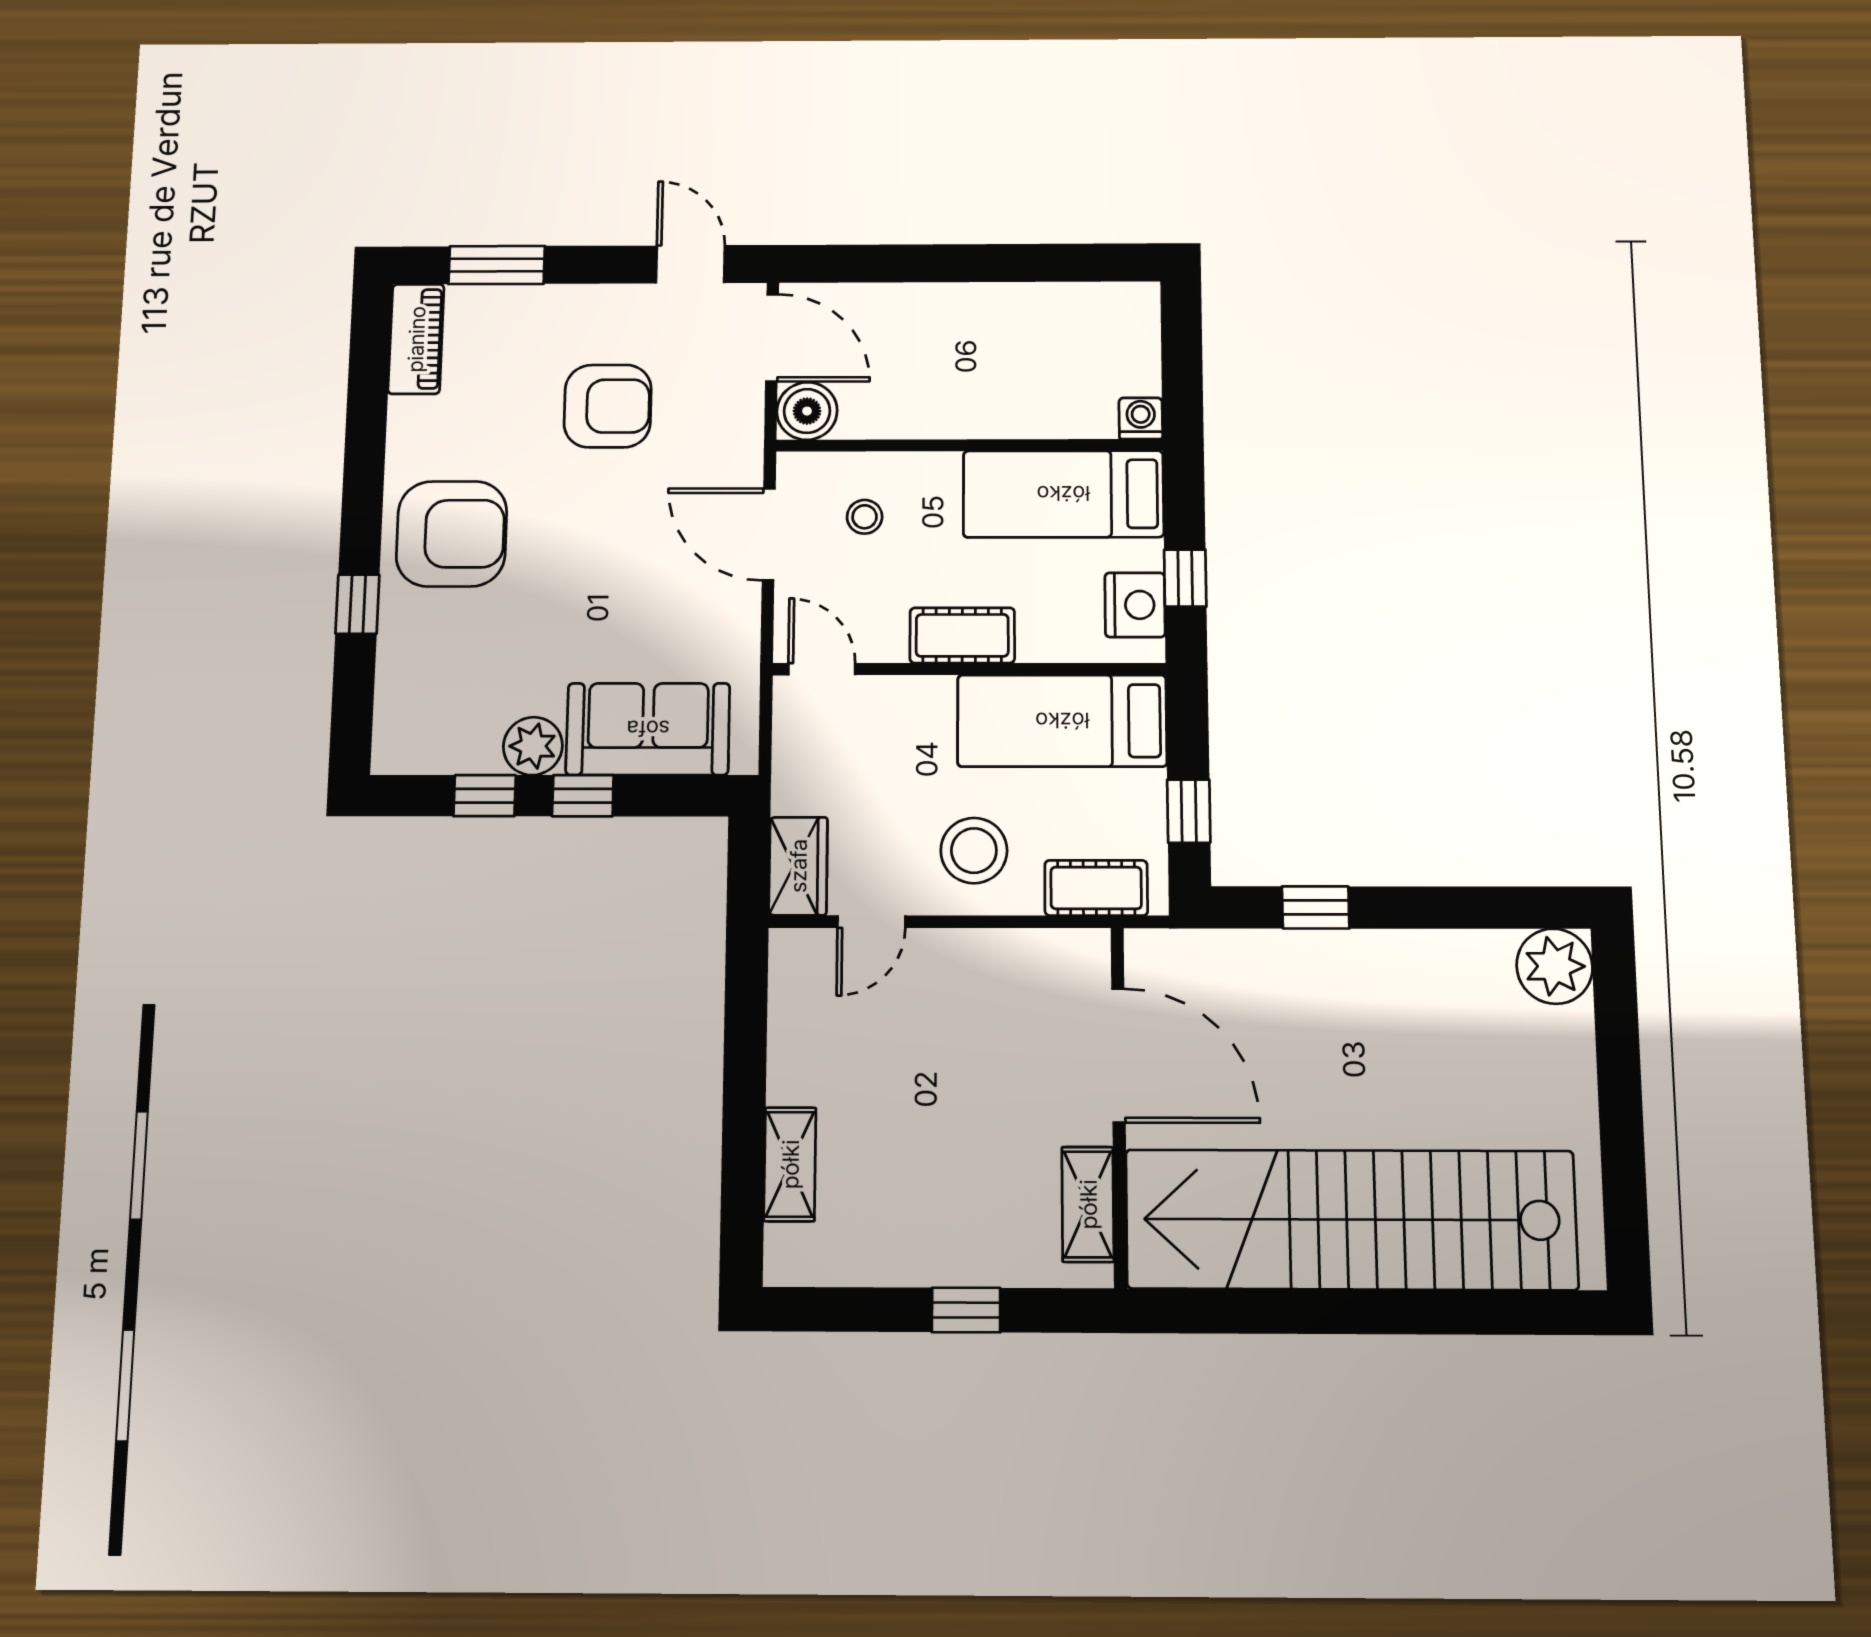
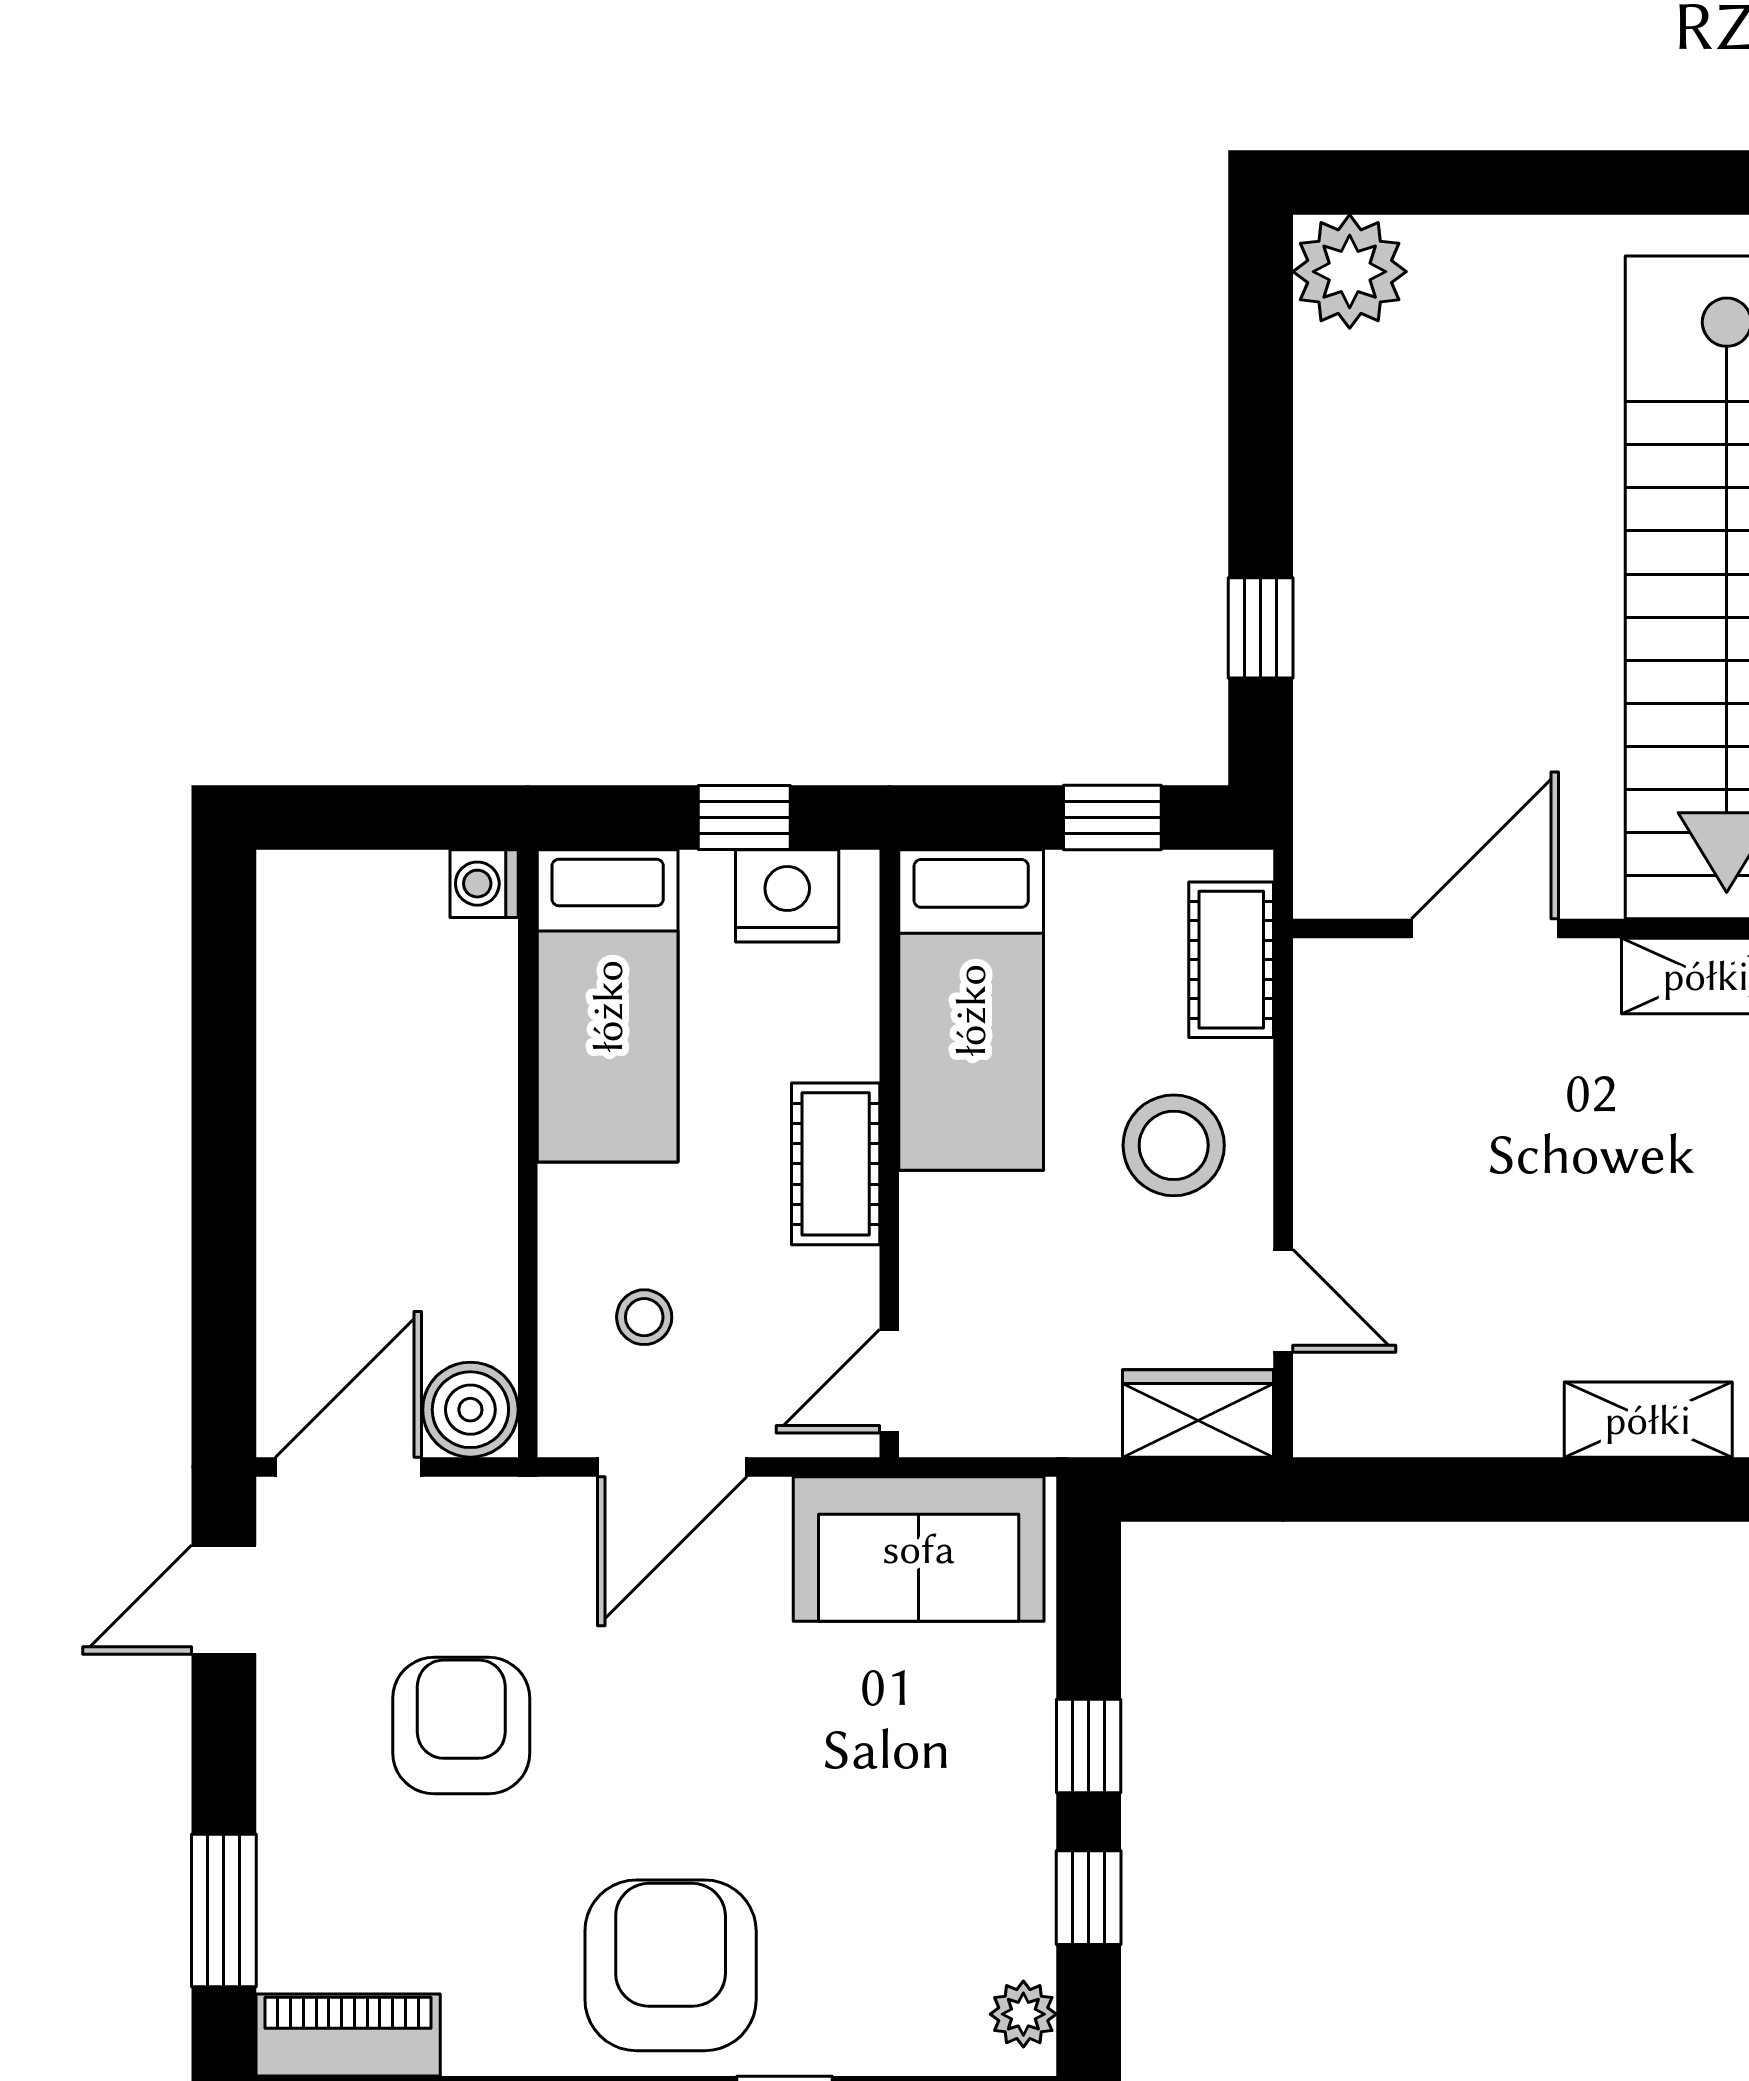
sofa: (648, 729) -> (919, 1549), moved, turned -90
plant: (533, 746) -> (1023, 2014), moved, width x0.73, depth x0.73
door: (1118, 1055) -> (1485, 928), width x0.73

